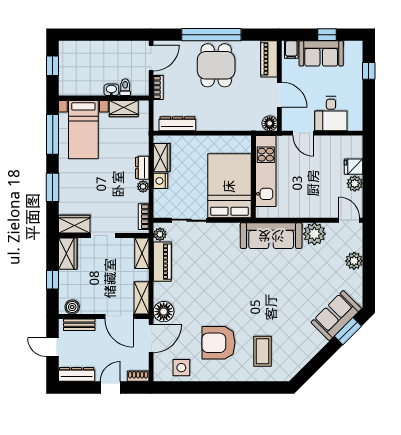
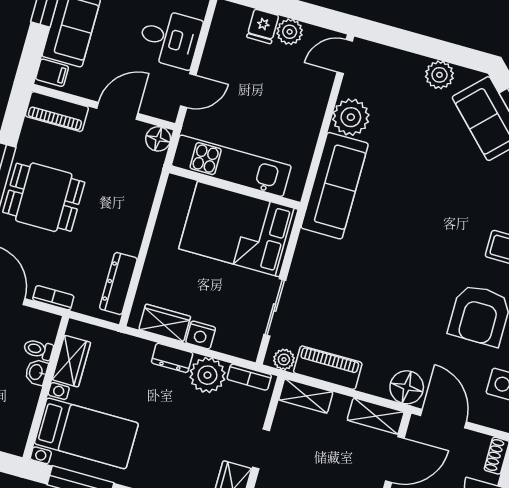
plant: (143, 186) -> (207, 375), width x1.88, depth x1.88
plant: (354, 261) -> (439, 75), moved

